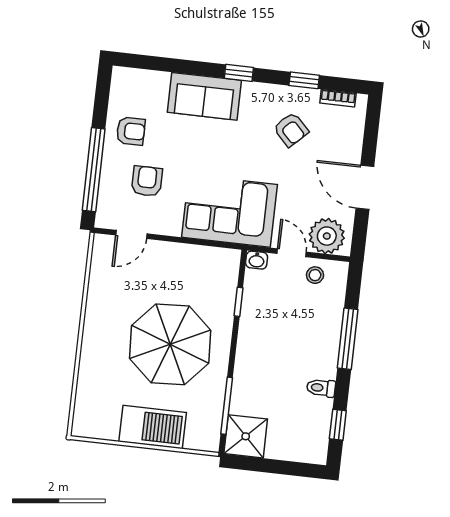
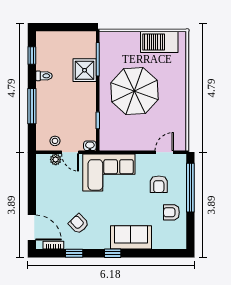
door: (365, 187) -> (32, 228), moved
plant: (327, 236) -> (56, 159), width x0.53, depth x0.53
barbecue: (153, 427) -> (159, 42), moved
shower: (246, 436) -> (85, 70), moved

